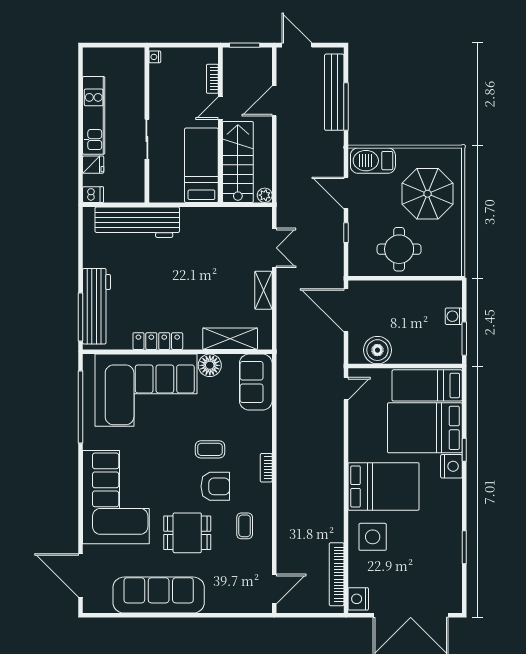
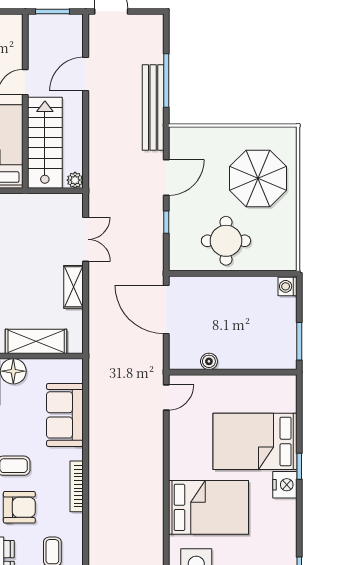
bookcase: (212, 79) -> (16, 49), removed
bench: (334, 92) -> (153, 107), moved
barbecue: (373, 161) -> (197, 141), removed
door: (346, 193) -> (166, 178), swing flipped
washing machine: (454, 316) -> (287, 286), moved
boiler: (377, 350) -> (209, 361), width x0.54, depth x0.54
sofa: (256, 382) -> (65, 415), moved
bed: (427, 385) -> (258, 394), removed
bookcase: (266, 468) -> (77, 486), width x1.56

